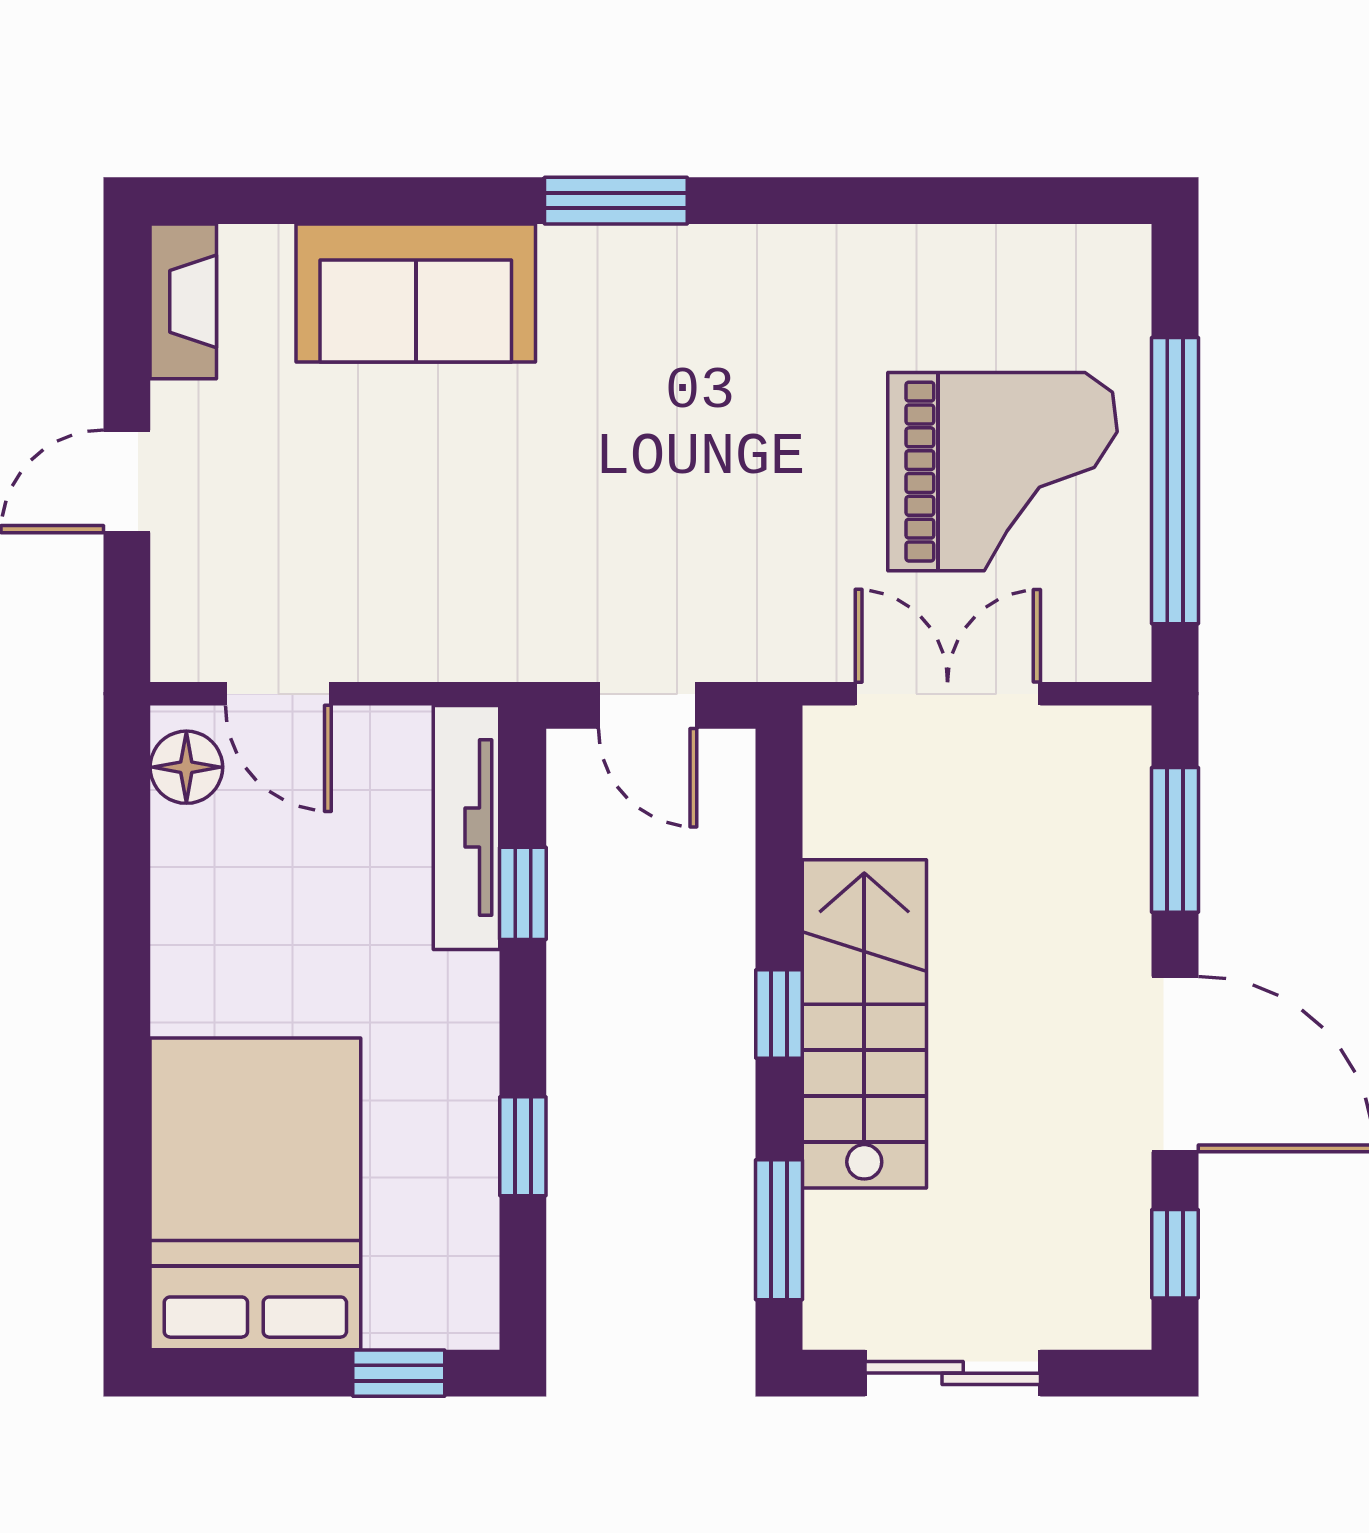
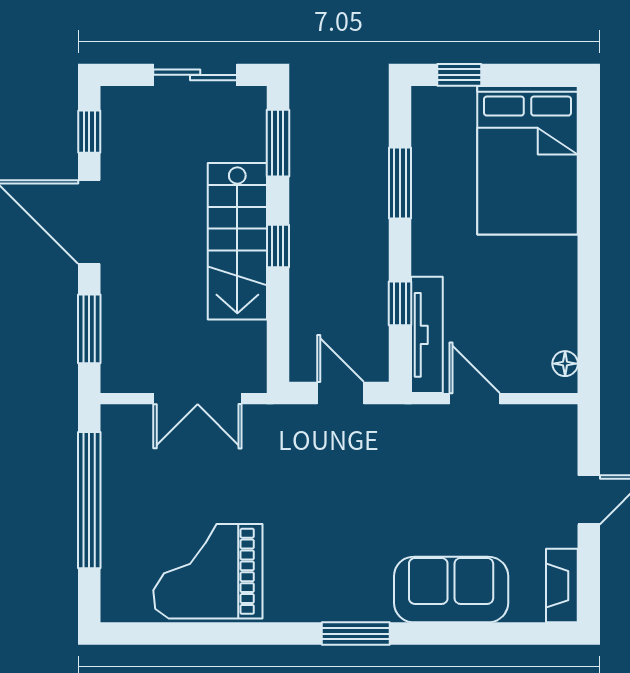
grand piano: (1002, 472) -> (208, 571), moved
door: (278, 694) -> (475, 399), moved
floor lamp: (186, 767) -> (565, 364), width x0.73, depth x0.73
window: (523, 1146) -> (400, 183), width x1.50

